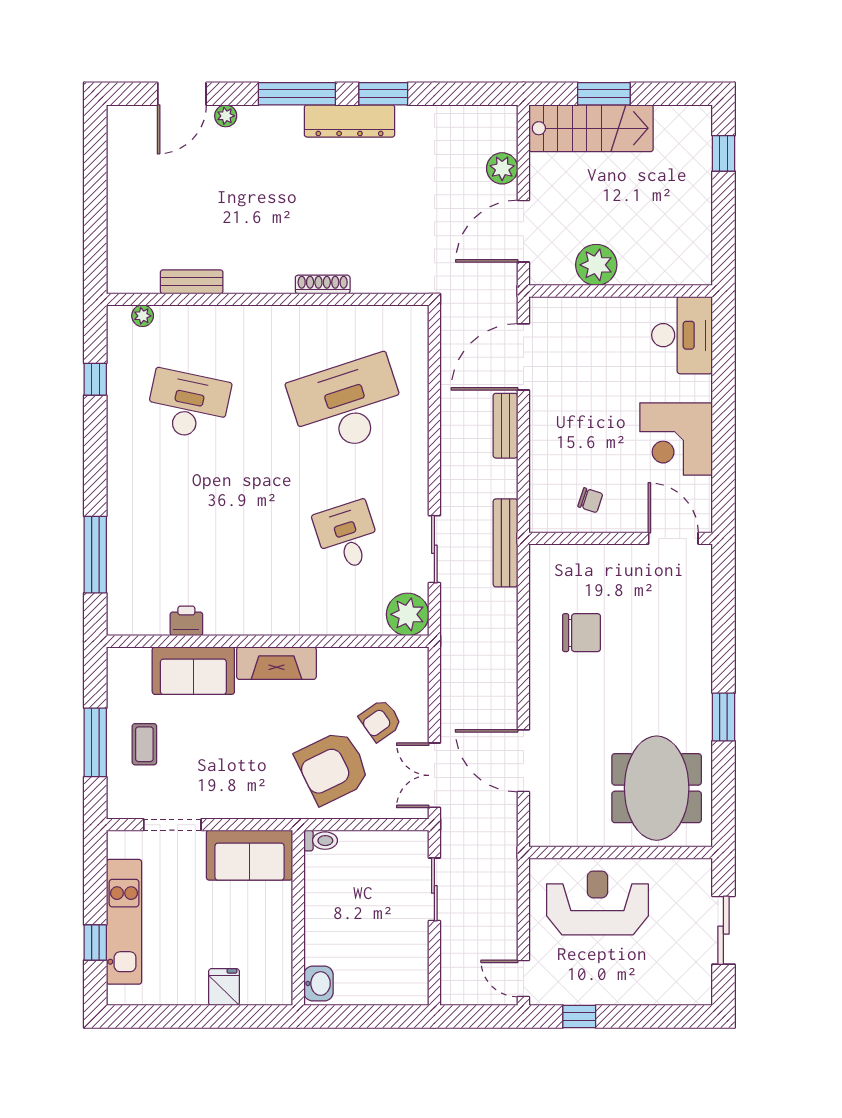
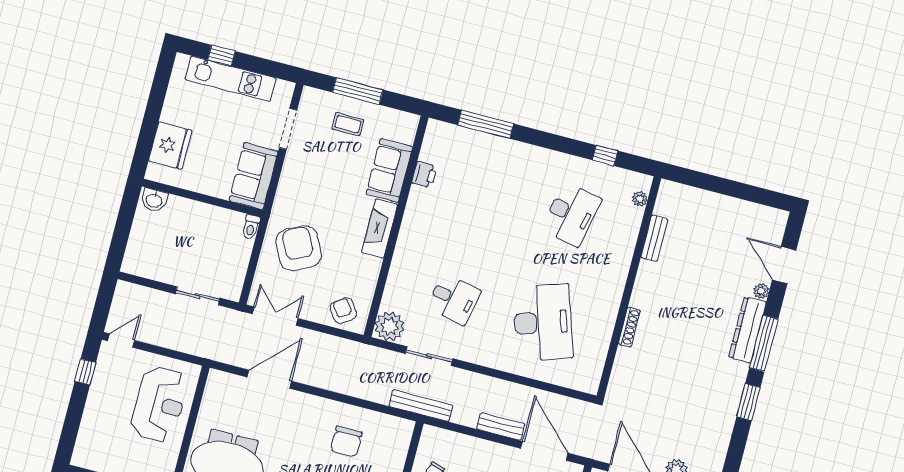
dresser: (350, 121) -> (747, 330), moved
desk: (347, 536) -> (454, 299), turned 30
armchair: (380, 720) -> (343, 311), moved
fridge: (224, 987) -> (170, 146), width x1.88, depth x1.34

